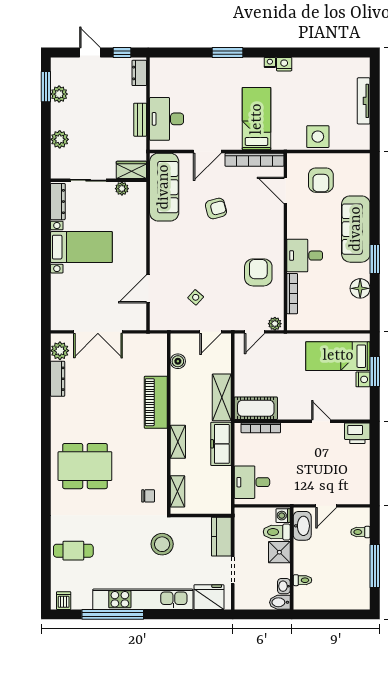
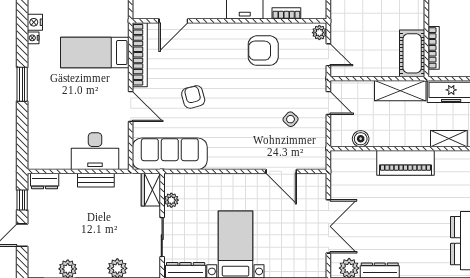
bookcase: (292, 294) -> (286, 13), width x0.64

